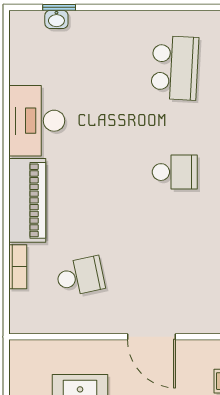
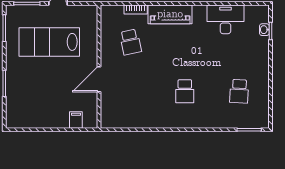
school desk: (175, 68) -> (239, 91), width x0.54
desk: (37, 121) -> (225, 19), moved

